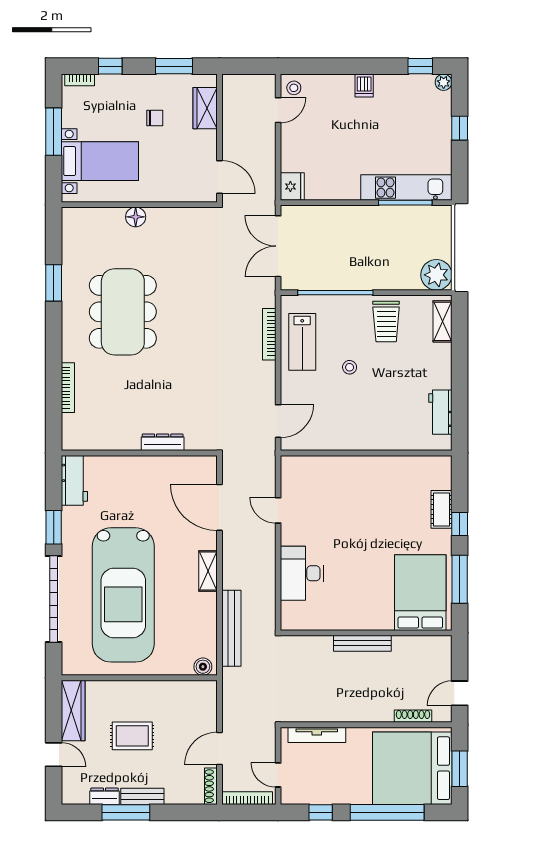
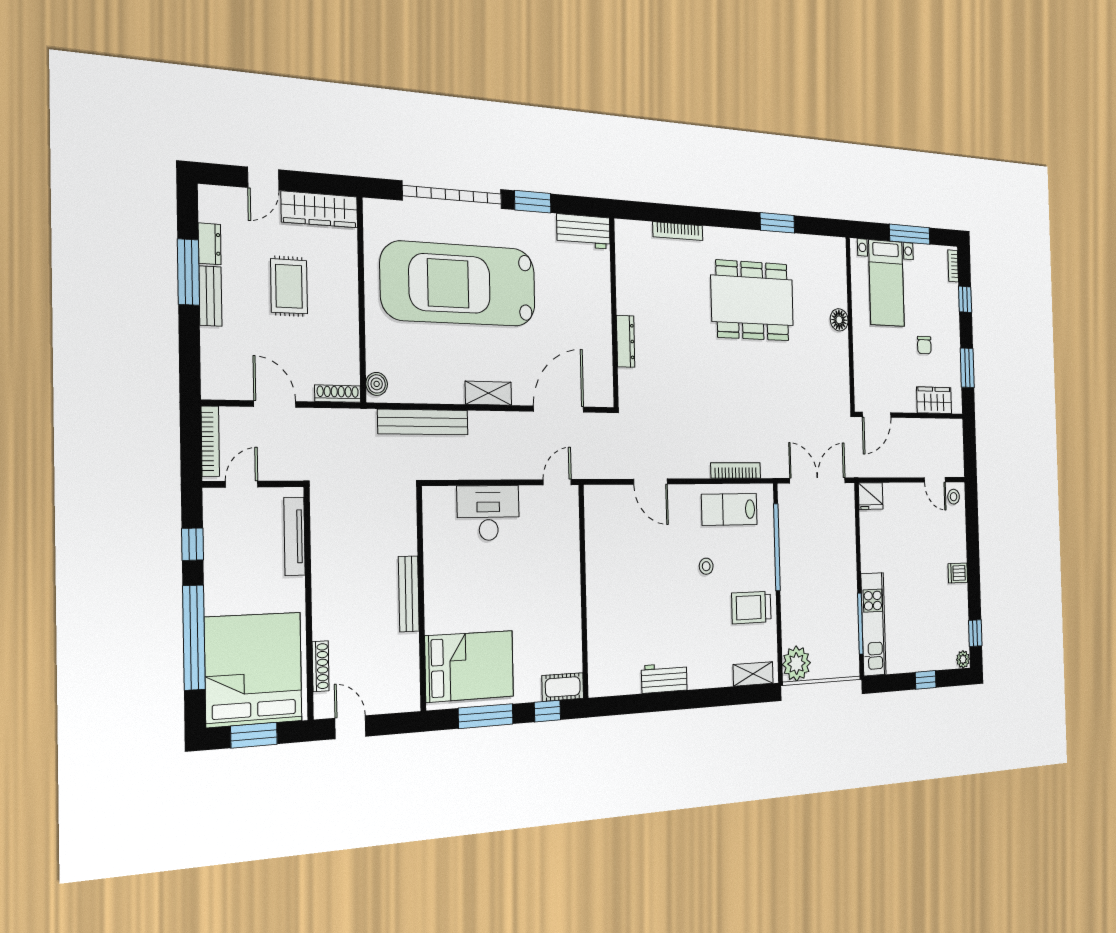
wall: (366, 453) -> (583, 591), moved
shoe rack: (211, 786) -> (338, 394), moved

